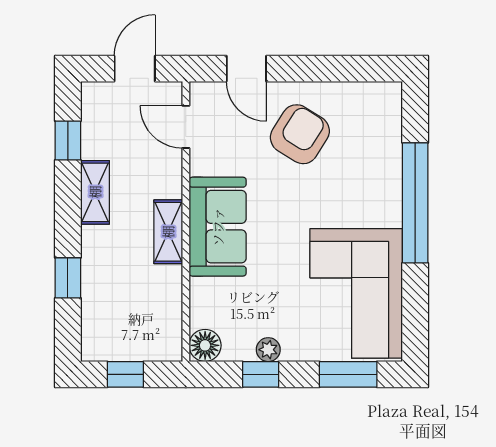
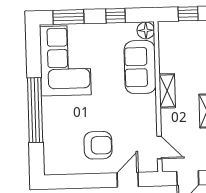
door: (246, 69) -> (128, 180), hinge flipped
armchair: (300, 134) -> (98, 145), turned -122
sofa: (218, 227) -> (140, 67), moved
plant: (268, 350) -> (112, 29), removed

